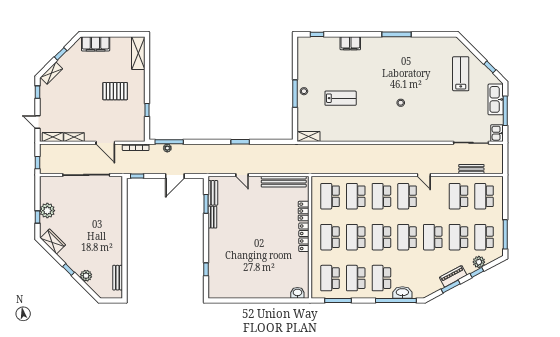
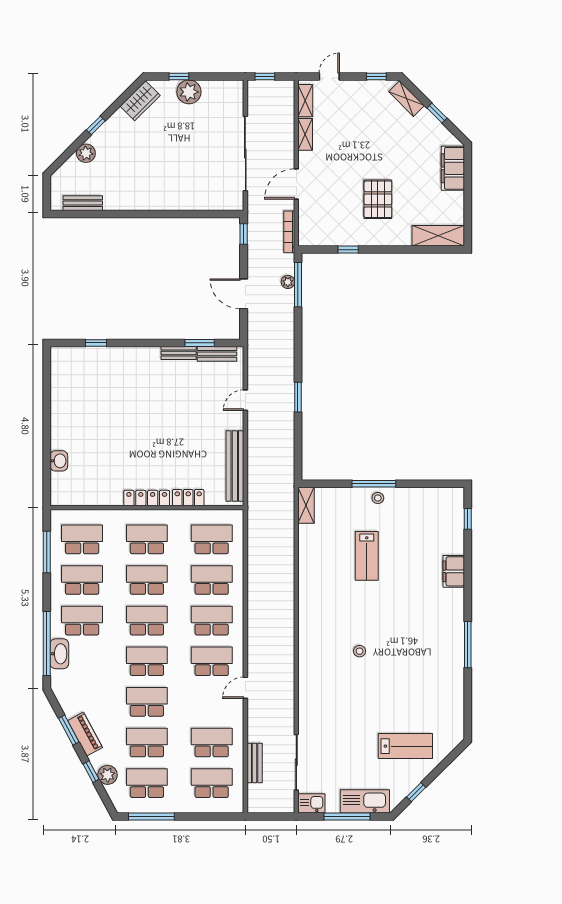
washbasin: (297, 293) -> (59, 461), moved

